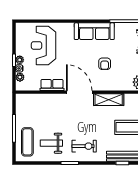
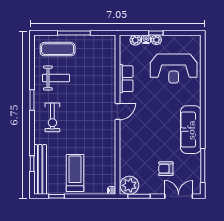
reception desk: (44, 45) -> (174, 69), turned 180
armchair: (105, 64) -> (166, 169), moved
door: (79, 92) -> (117, 111), width x0.53
shelving: (109, 100) -> (108, 147), removed
weight bench: (51, 143) -> (56, 78), turned 90

